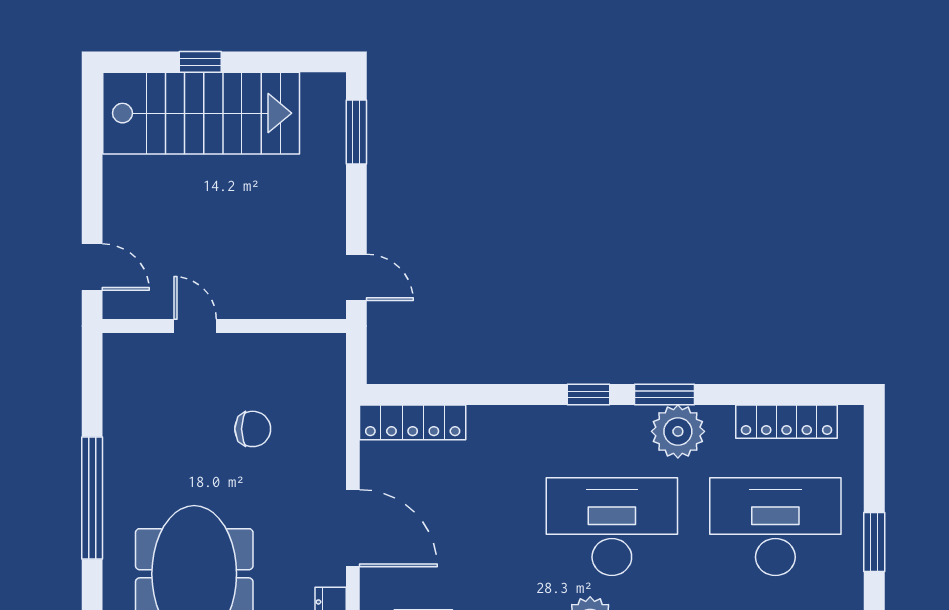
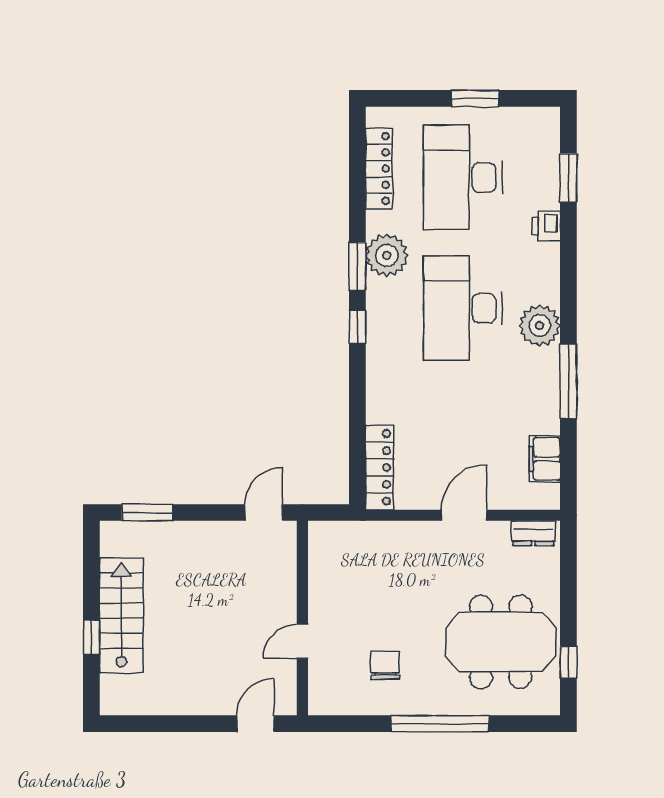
stairs: (201, 113) -> (121, 616), width x0.73, depth x0.66
chair: (253, 429) -> (385, 665), moved
door: (353, 528) -> (464, 515), width x0.73

